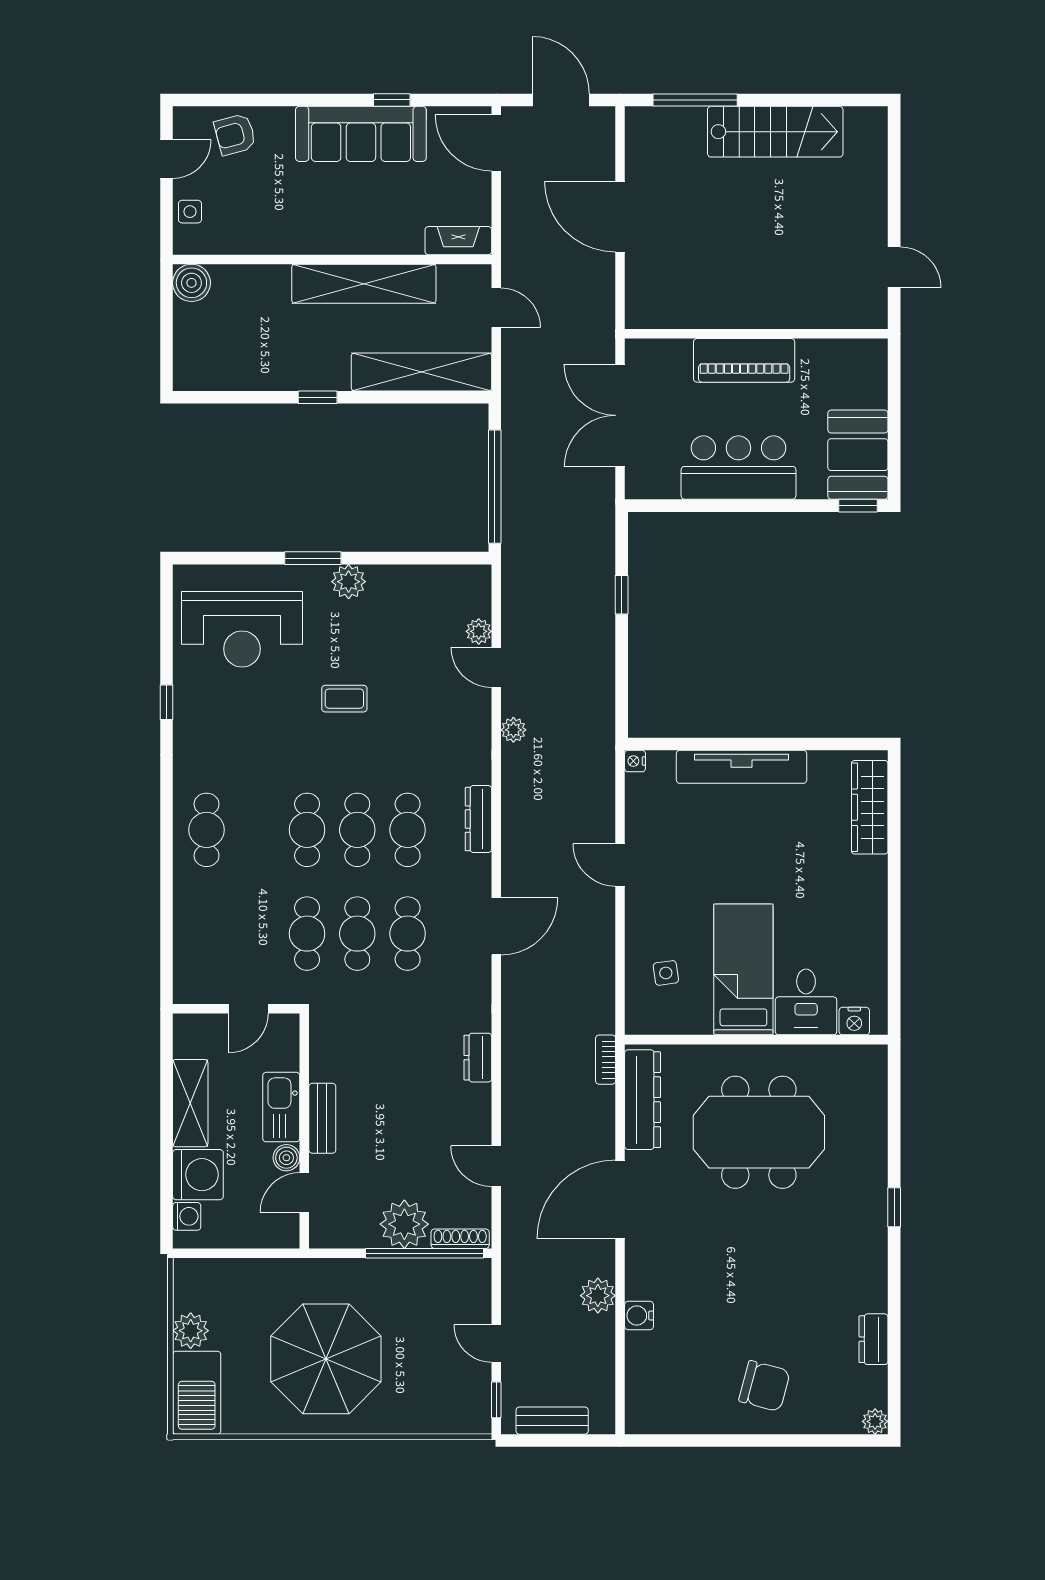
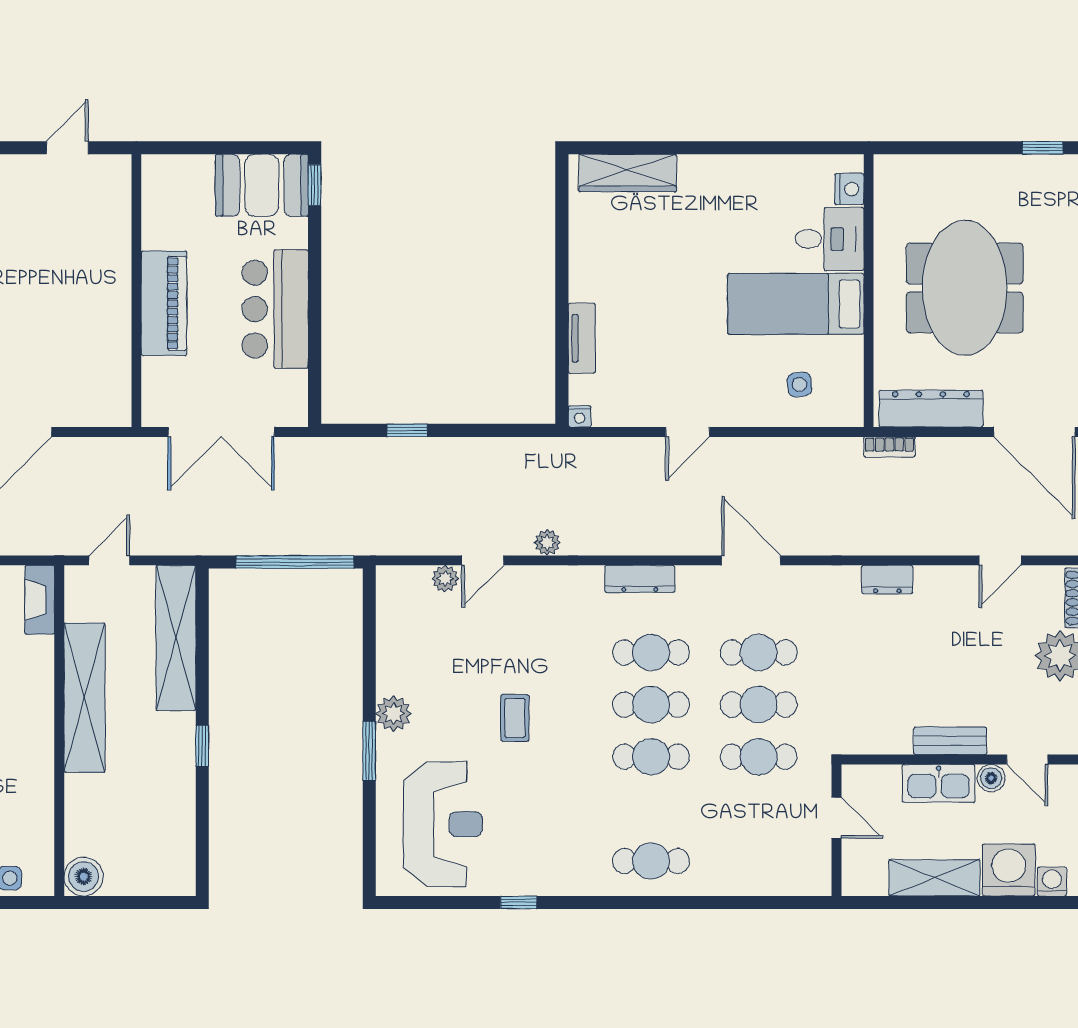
tv unit: (742, 767) -> (582, 338), width x0.52, depth x0.78

